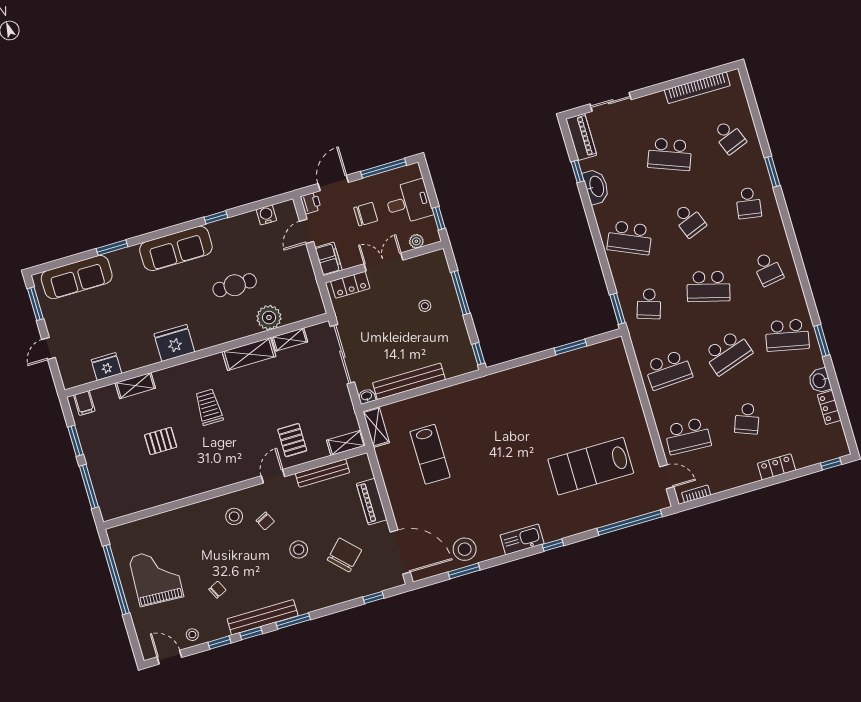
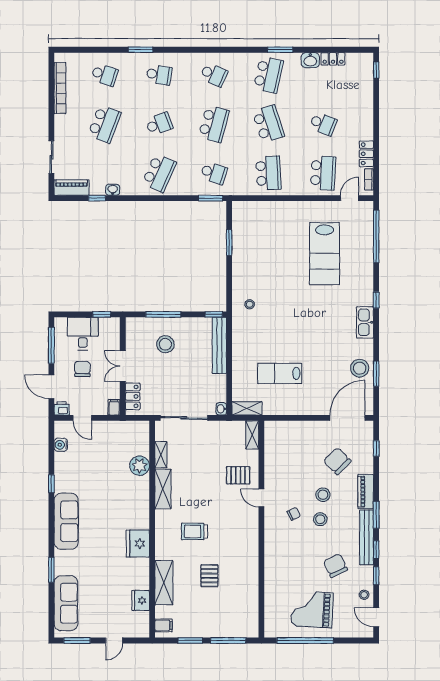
school desk: (729, 137) -> (104, 75), turned 39
washbasin: (596, 187) -> (113, 190), width x0.52, depth x0.69
plant: (416, 241) -> (114, 336), removed
filing cabinet: (328, 259) -> (114, 407), width x0.50
school desk: (768, 269) -> (214, 75), turned 33
cafe table: (235, 285) -> (107, 485), removed
stool: (425, 306) -> (165, 344), width x1.89, depth x1.89
door: (49, 349) -> (114, 641), hinge flipped
bench: (409, 381) -> (219, 345), moved
shelving: (135, 386) -> (164, 583), width x1.50, depth x1.33
stool: (503, 394) -> (250, 304), added
lab bench: (430, 454) -> (280, 373), turned 180
locker: (776, 467) -> (366, 154), moved
bench: (322, 473) -> (270, 460), removed
piano: (372, 502) -> (366, 492), moved, turned 90
stool: (234, 516) -> (320, 519), moved
chair: (217, 590) -> (335, 566), width x1.87, depth x1.87
door: (169, 657) -> (376, 617), hinge flipped

